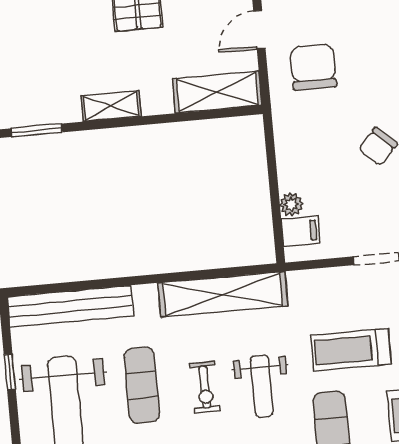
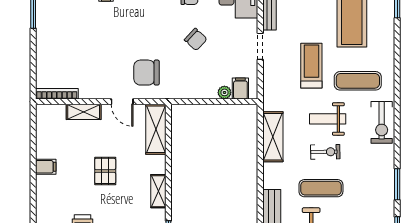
shelving: (223, 294) -> (273, 137), width x0.68
treadmill: (351, 350) -> (311, 66), turned 180
weight bench: (262, 386) -> (328, 119), turned 180

